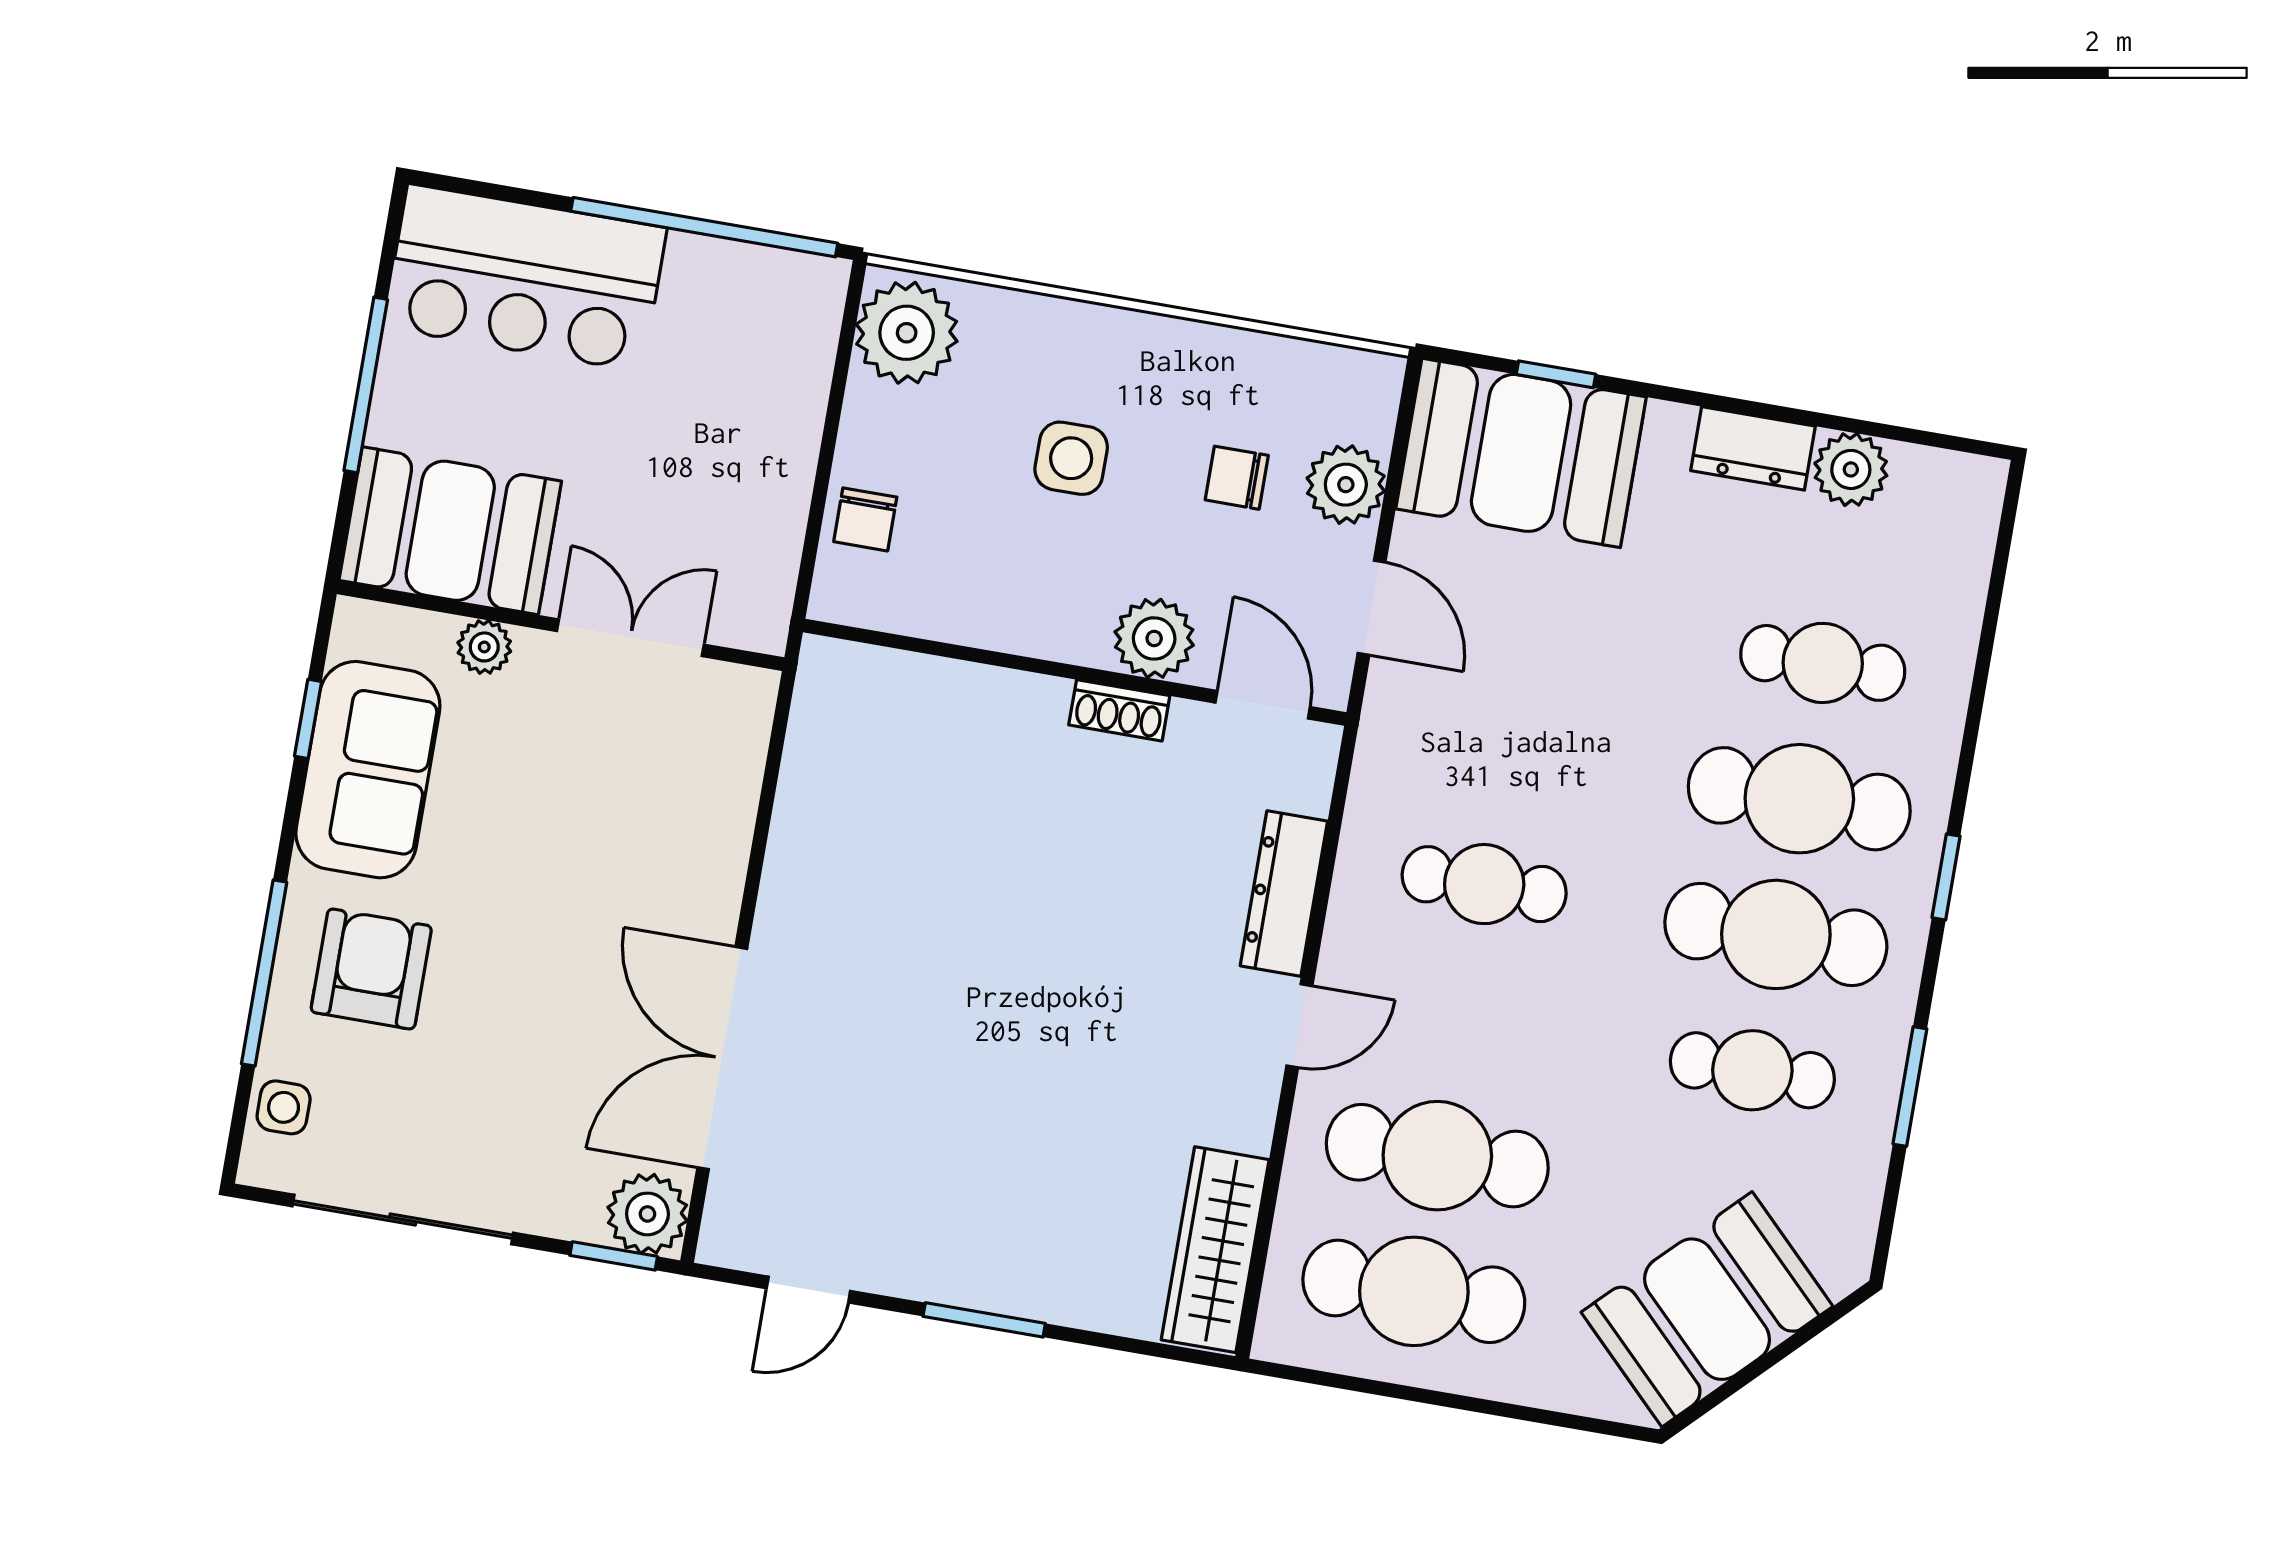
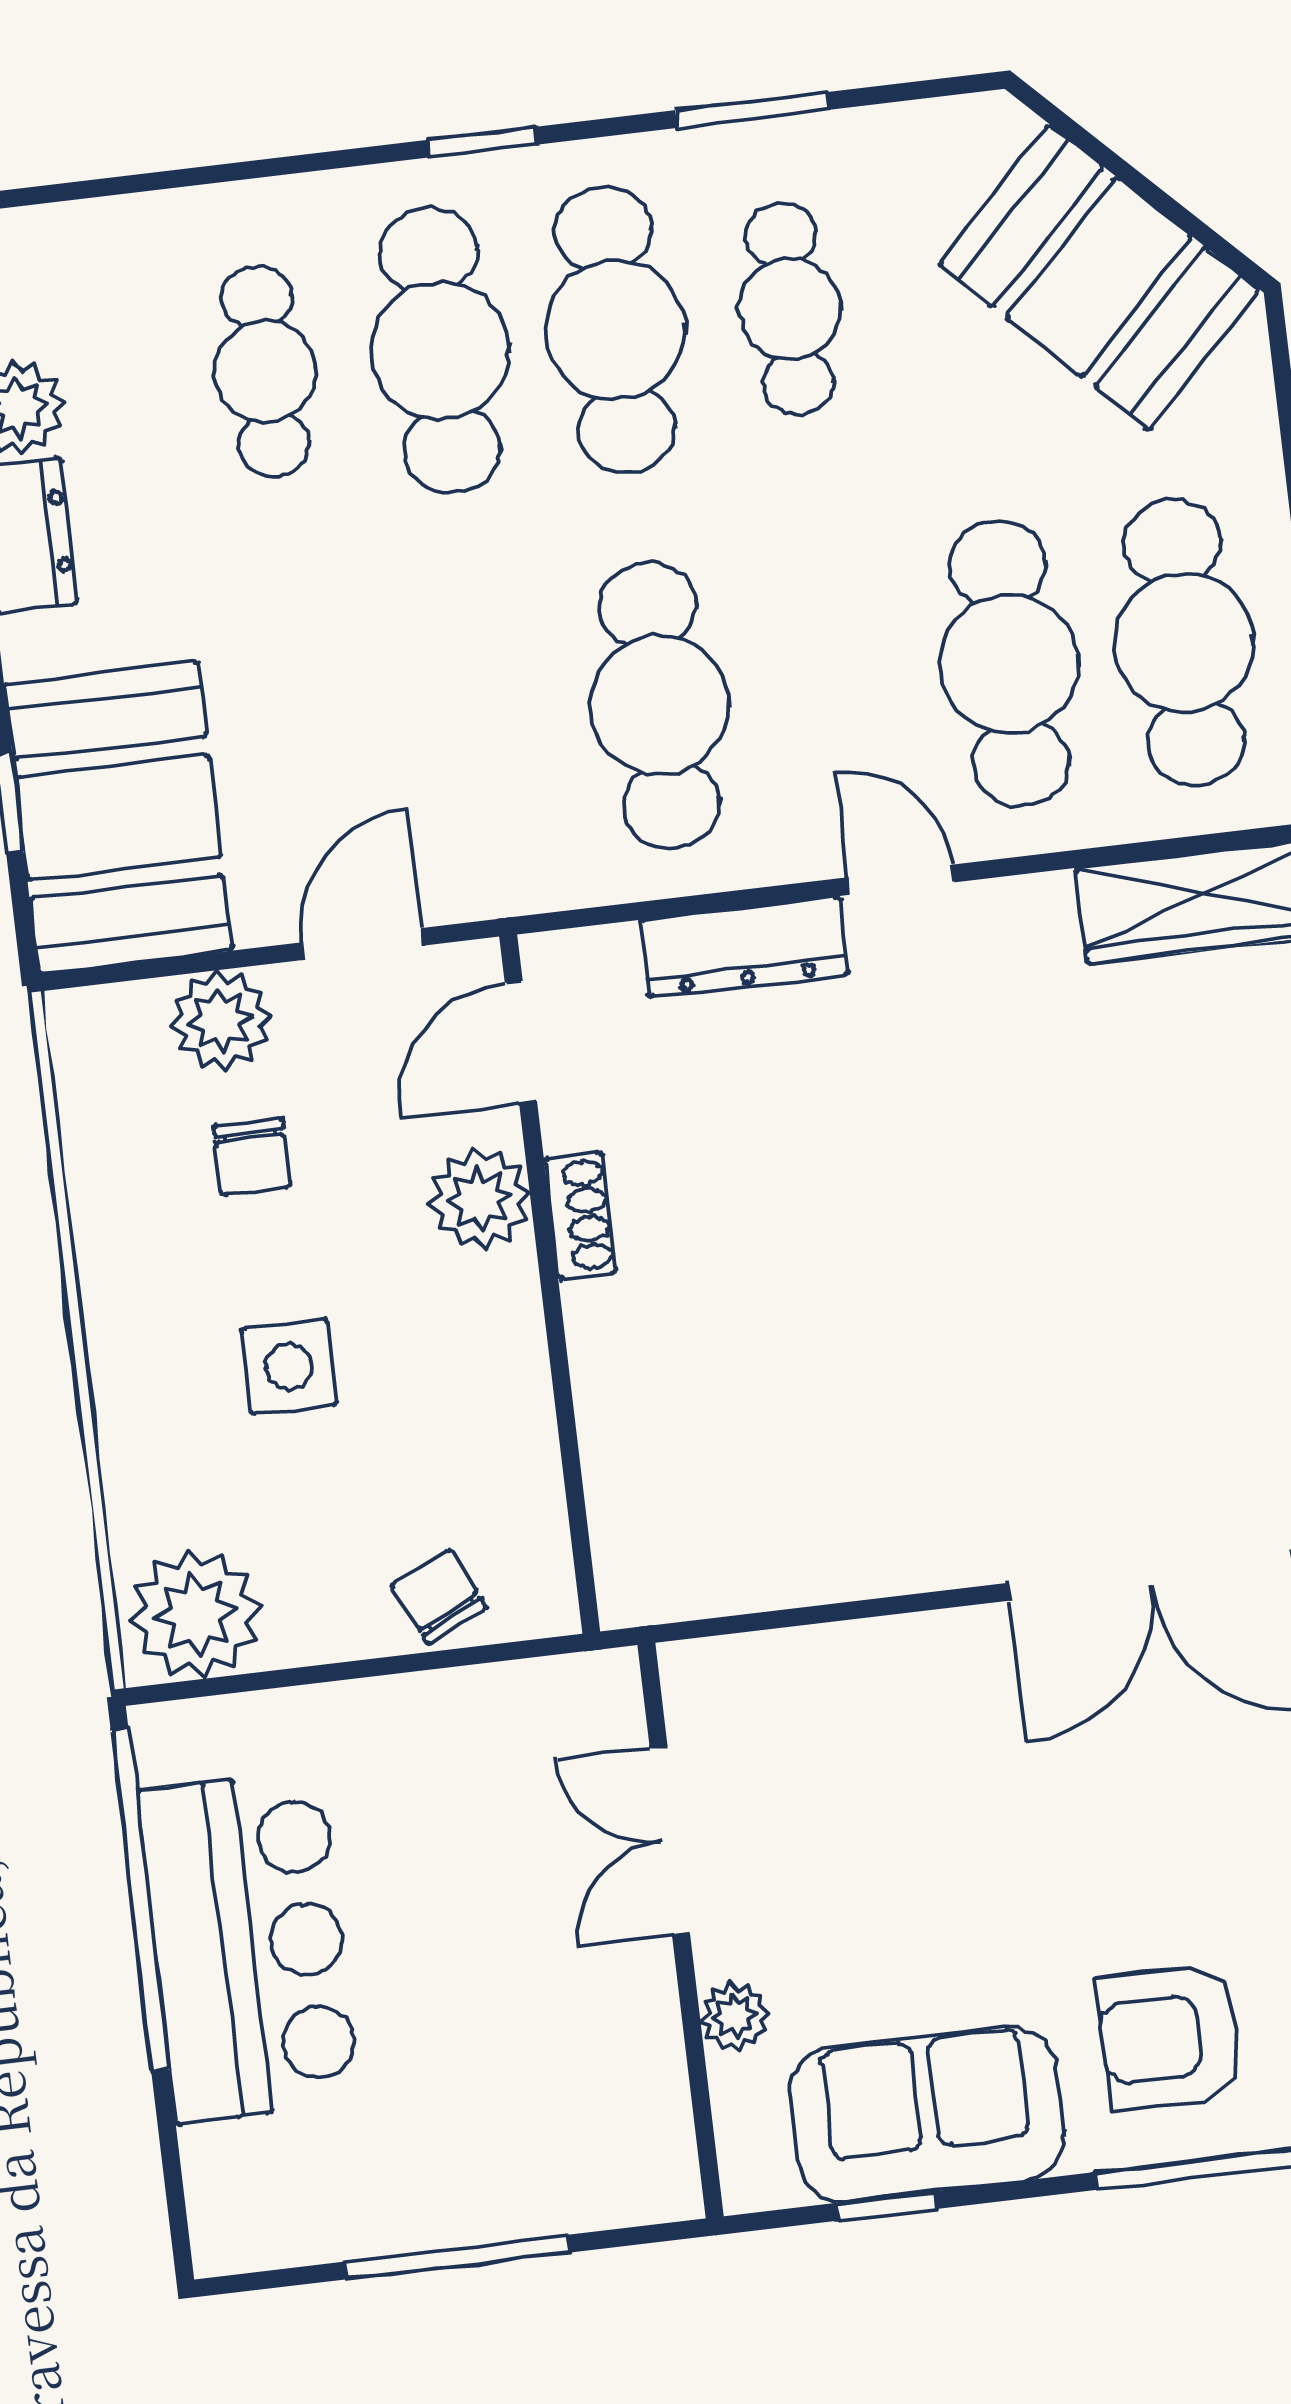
bar counter: (525, 278) -> (249, 1946), moved
chair: (865, 519) -> (439, 1596), turned -116
booth: (450, 531) -> (604, 2100), removed
cafe table: (1484, 884) -> (660, 705), width x1.37, depth x1.35

